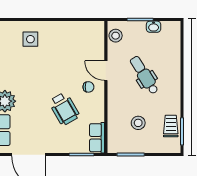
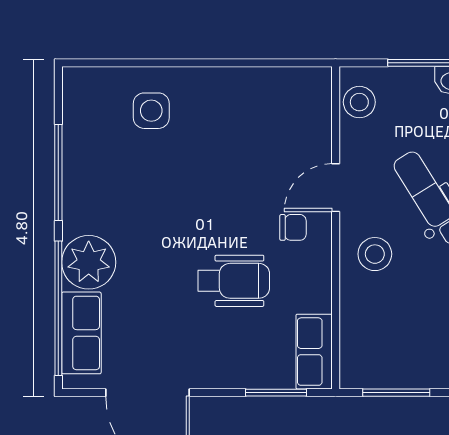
door: (106, 71) -> (336, 188), hinge flipped
wheelchair: (64, 109) -> (234, 281), turned -60
stool: (138, 123) -> (375, 254), moved

